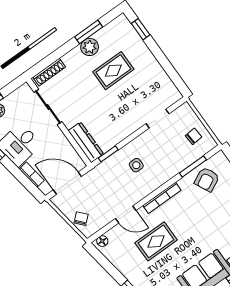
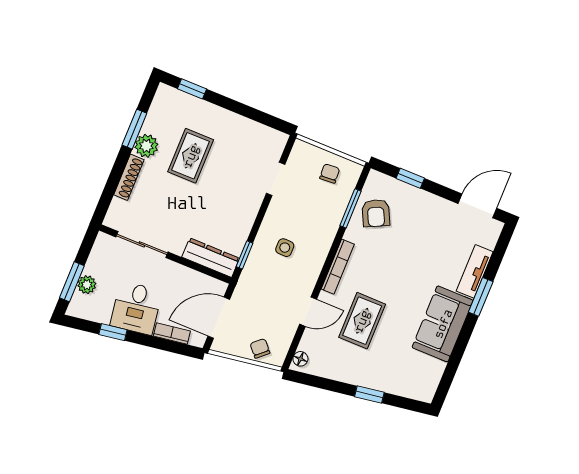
shoe rack: (49, 72) -> (129, 177), moved

